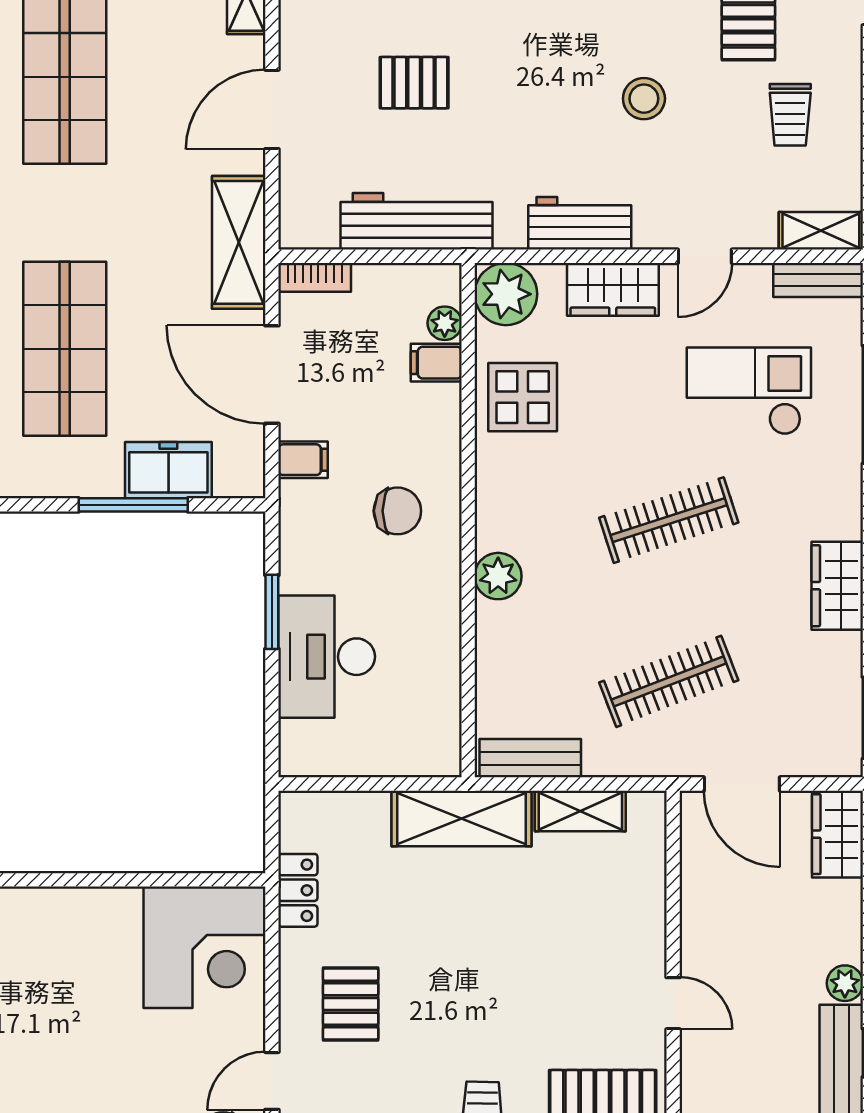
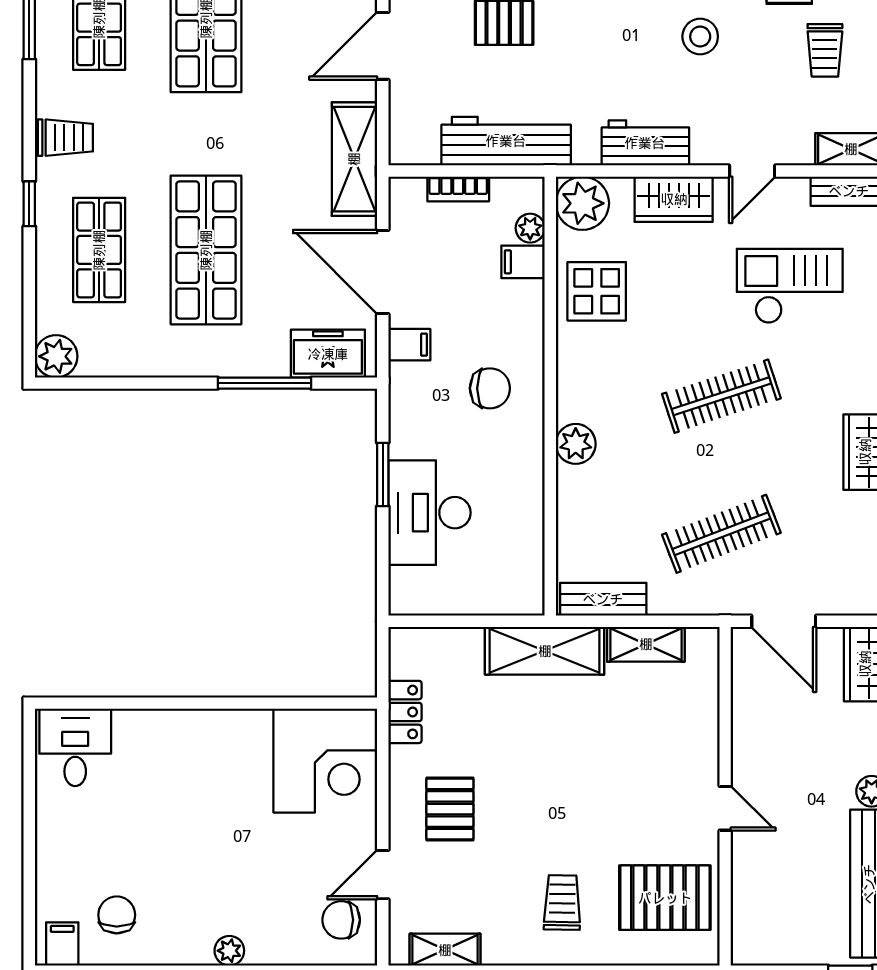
bookcase: (315, 277) -> (458, 189), moved
freezer: (168, 470) -> (328, 354), moved

